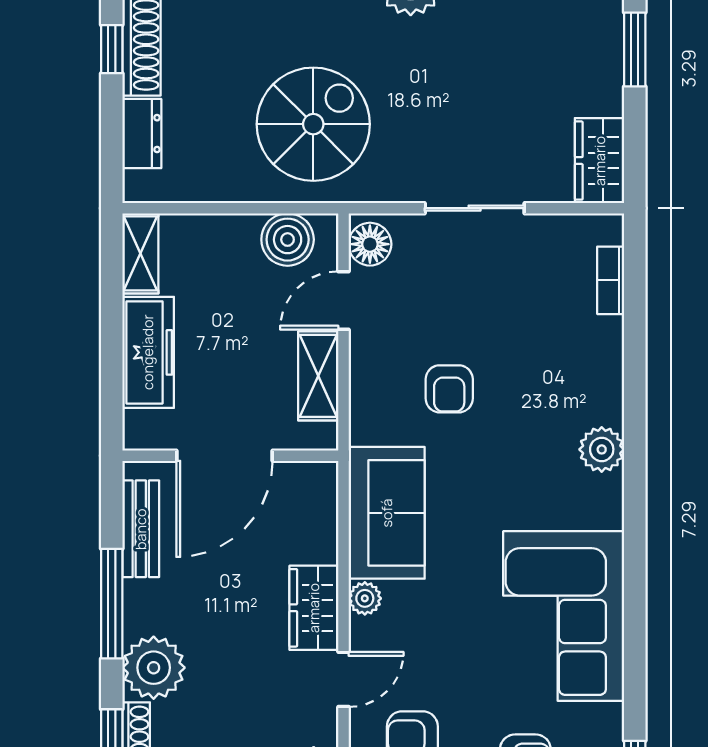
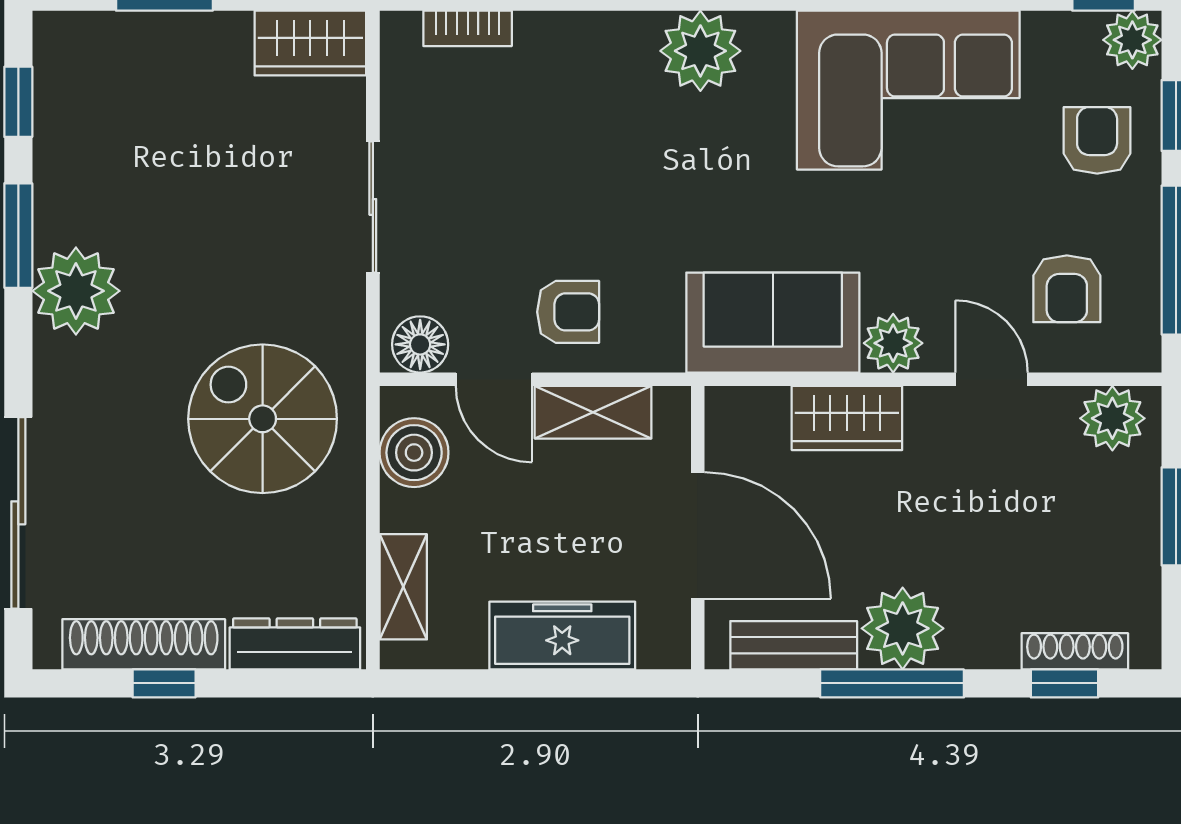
dresser: (142, 134) -> (295, 644), width x1.44
shelving: (140, 253) -> (403, 587), moved, turned 90
armchair: (449, 389) -> (568, 312), moved
plant: (602, 449) -> (700, 51), width x1.36, depth x1.36
plant: (365, 598) -> (893, 343), width x1.38, depth x1.38
wardrobe: (314, 608) -> (847, 418), moved
plant: (154, 668) -> (903, 628), moved

